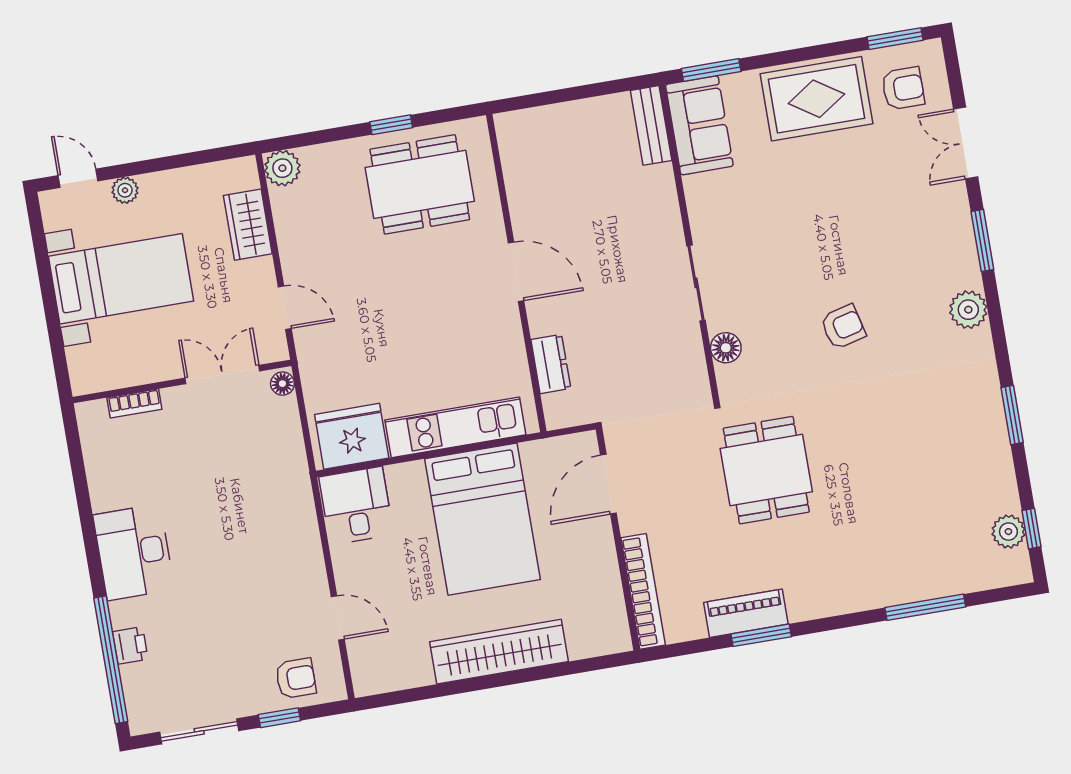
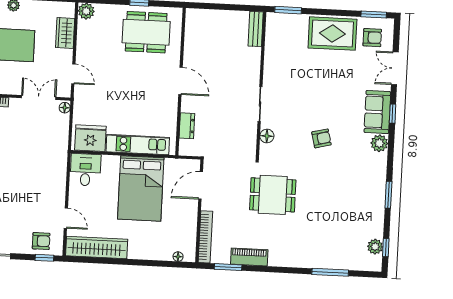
sofa: (699, 125) -> (377, 112), moved, turned 180
window: (982, 240) -> (393, 114), width x0.67
dining table: (766, 470) -> (273, 195), turned 90
window: (761, 635) -> (228, 267), moved
floor lamp: (594, 646) -> (178, 257), added
wardrobe: (499, 652) -> (97, 247), moved
window: (279, 718) -> (44, 258), moved

